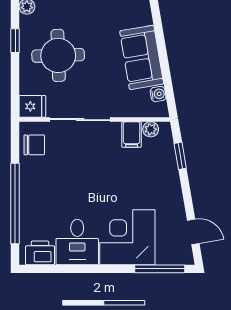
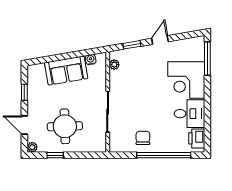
fridge: (32, 106) -> (99, 144), removed
filing cabinet: (132, 134) -> (118, 77), removed
chair: (34, 145) -> (143, 138), moved
door: (193, 232) -> (160, 40), moved

